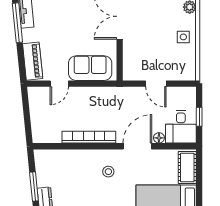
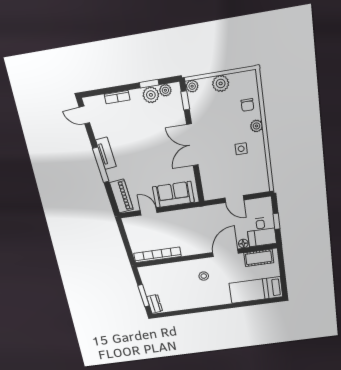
side table: (183, 37) -> (241, 149), moved
door: (59, 84) -> (149, 212), swing flipped
bookcase: (89, 137) -> (157, 255), moved
cot: (187, 168) -> (259, 258), moved, turned 90

